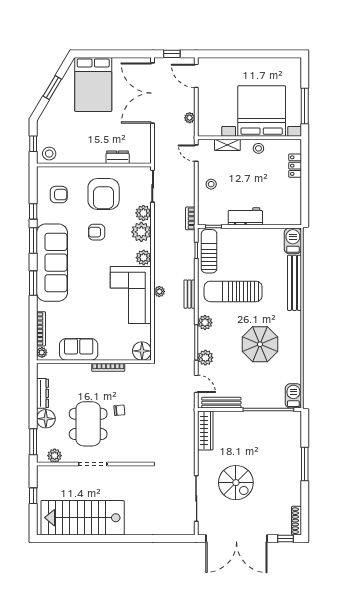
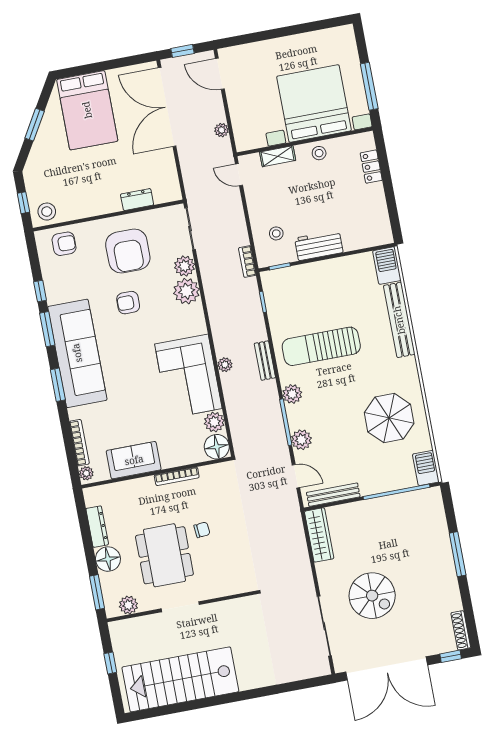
stool: (211, 184) -> (276, 233), moved
armchair: (59, 195) -> (64, 244), moved
sun lounger: (209, 251) -> (280, 300), removed
plant: (144, 258) -> (214, 422), moved
parasol: (260, 344) -> (389, 418), moved

